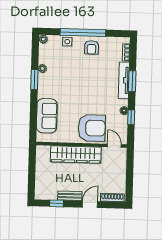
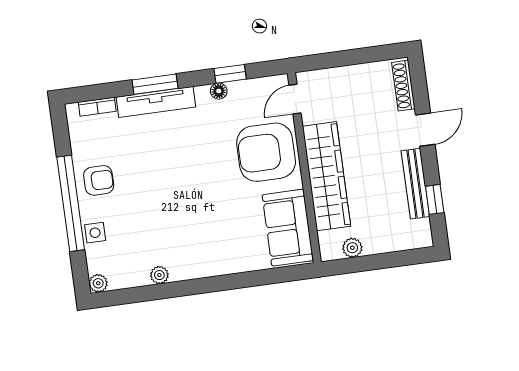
window: (34, 80) -> (185, 288), removed
sofa: (47, 116) -> (288, 228), moved, turned -90
armchair: (92, 128) -> (266, 152), turned -90
plant: (40, 161) -> (352, 248), added
bench: (70, 196) -> (415, 184), width x1.36
door: (90, 204) -> (425, 130), swing flipped

